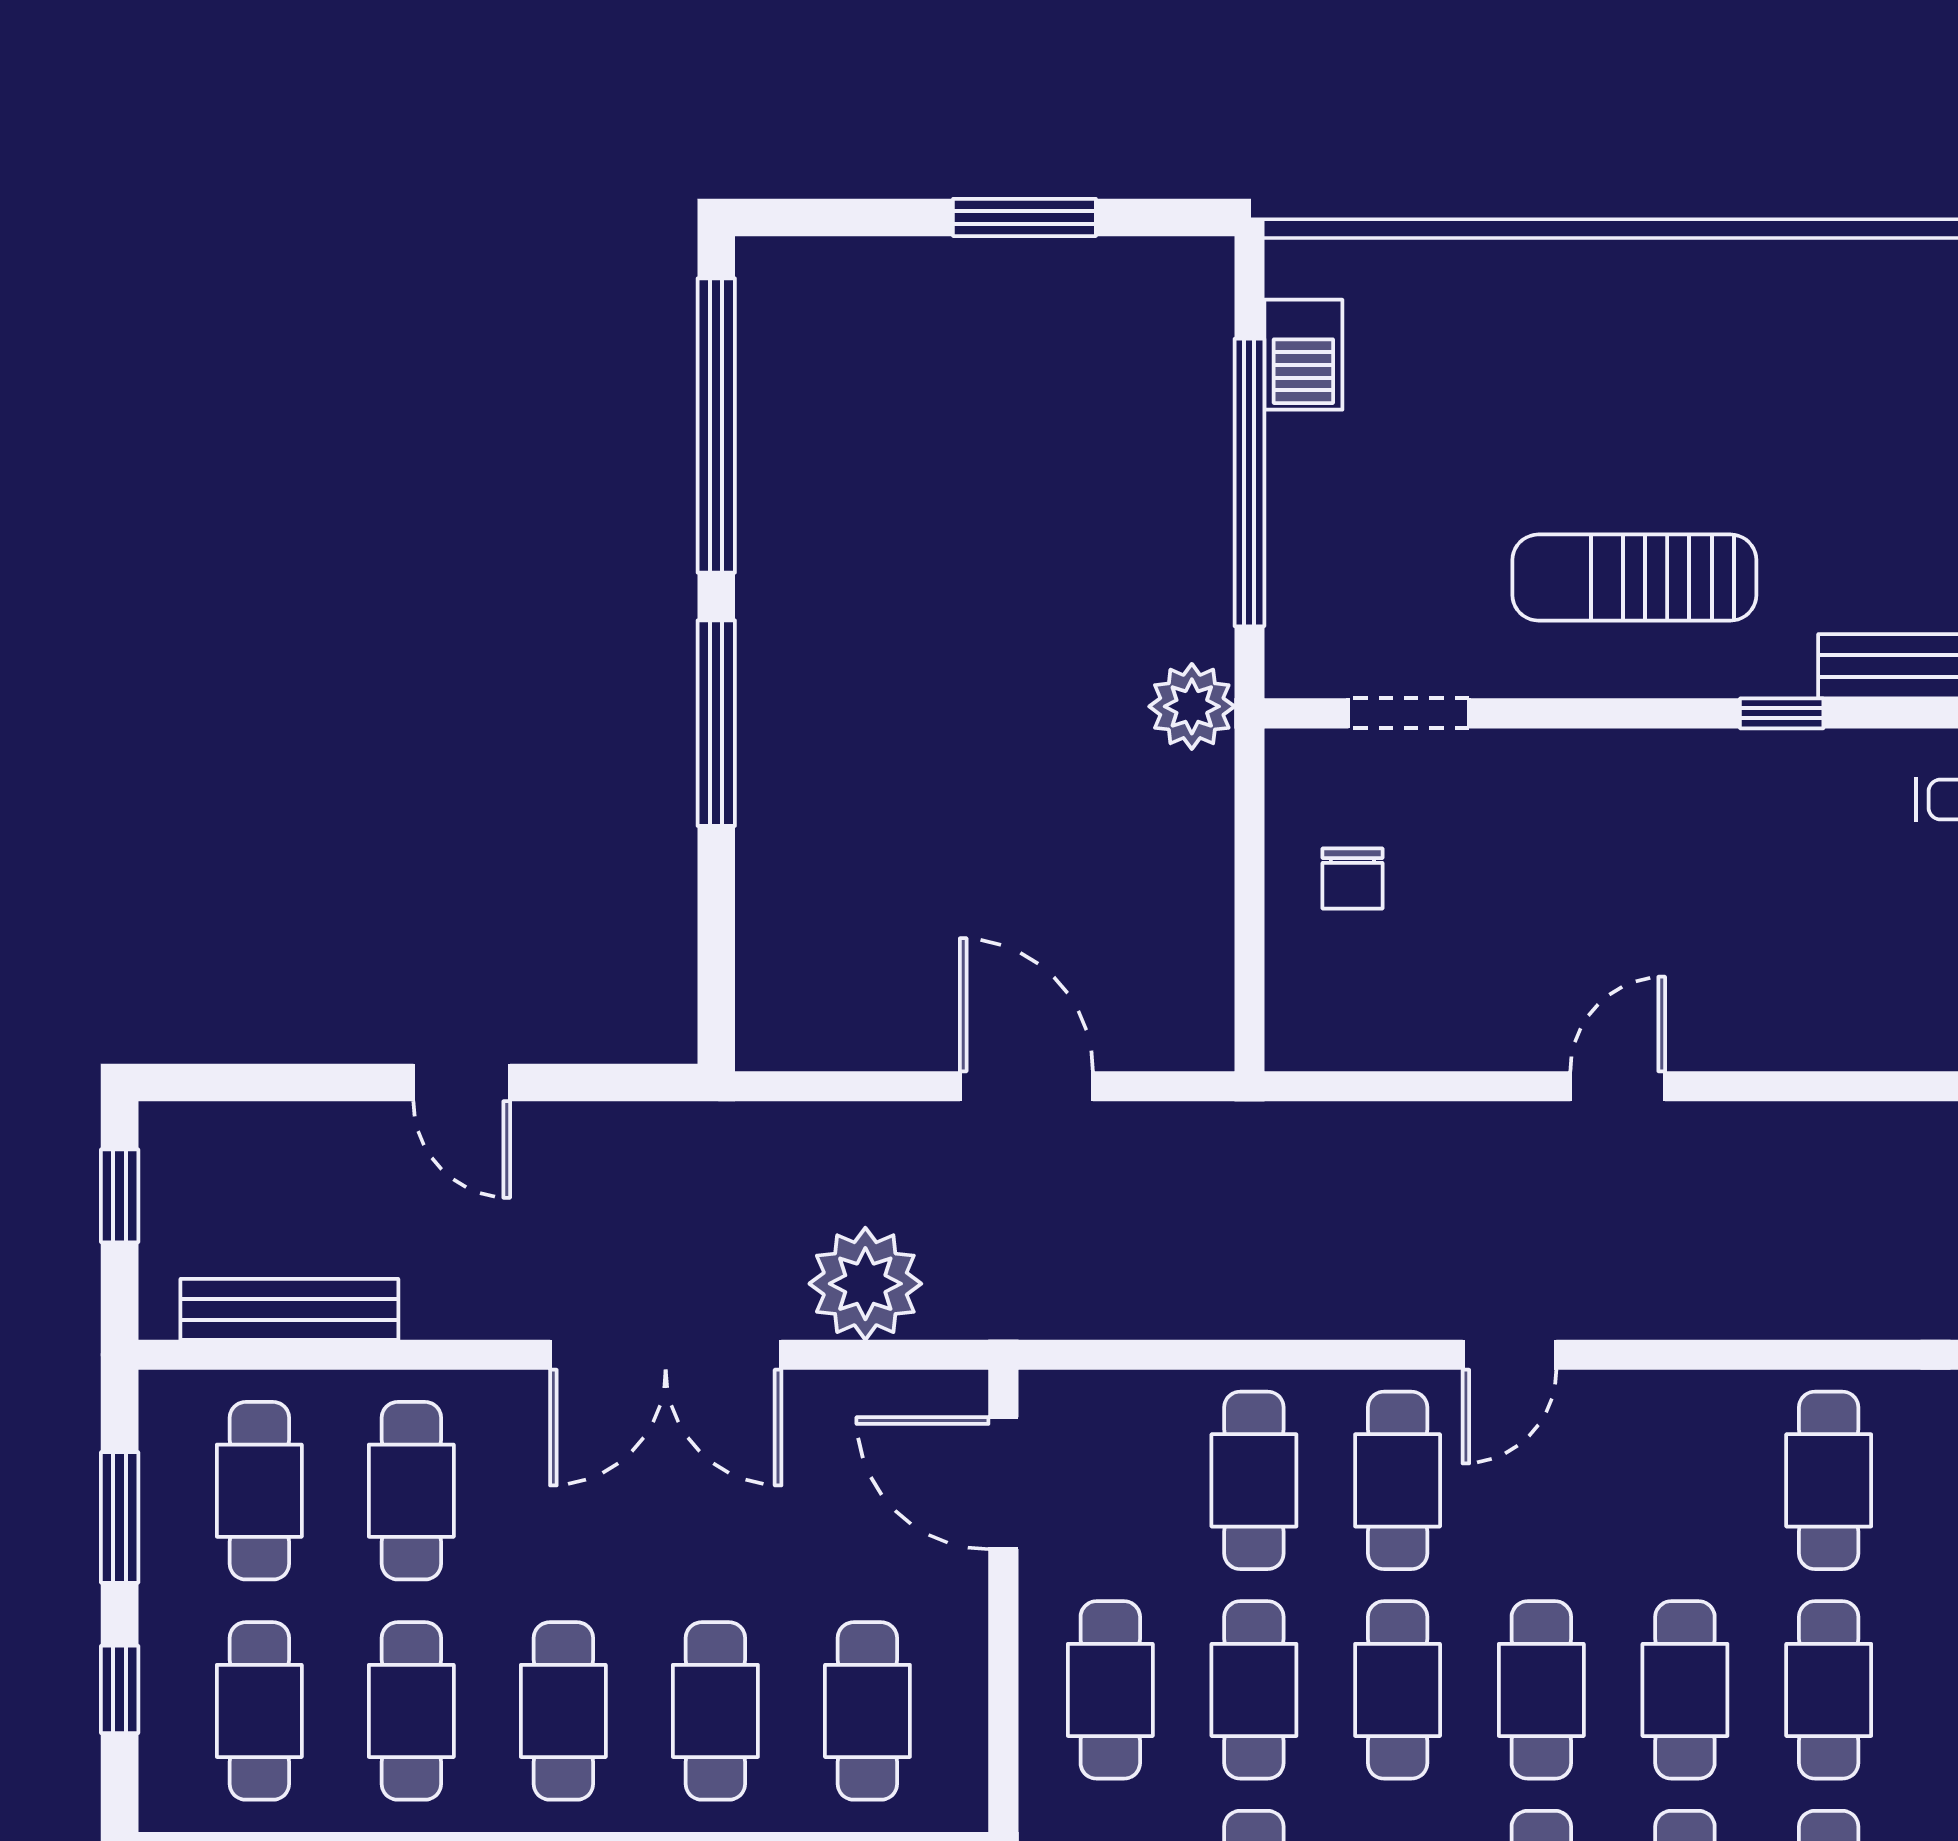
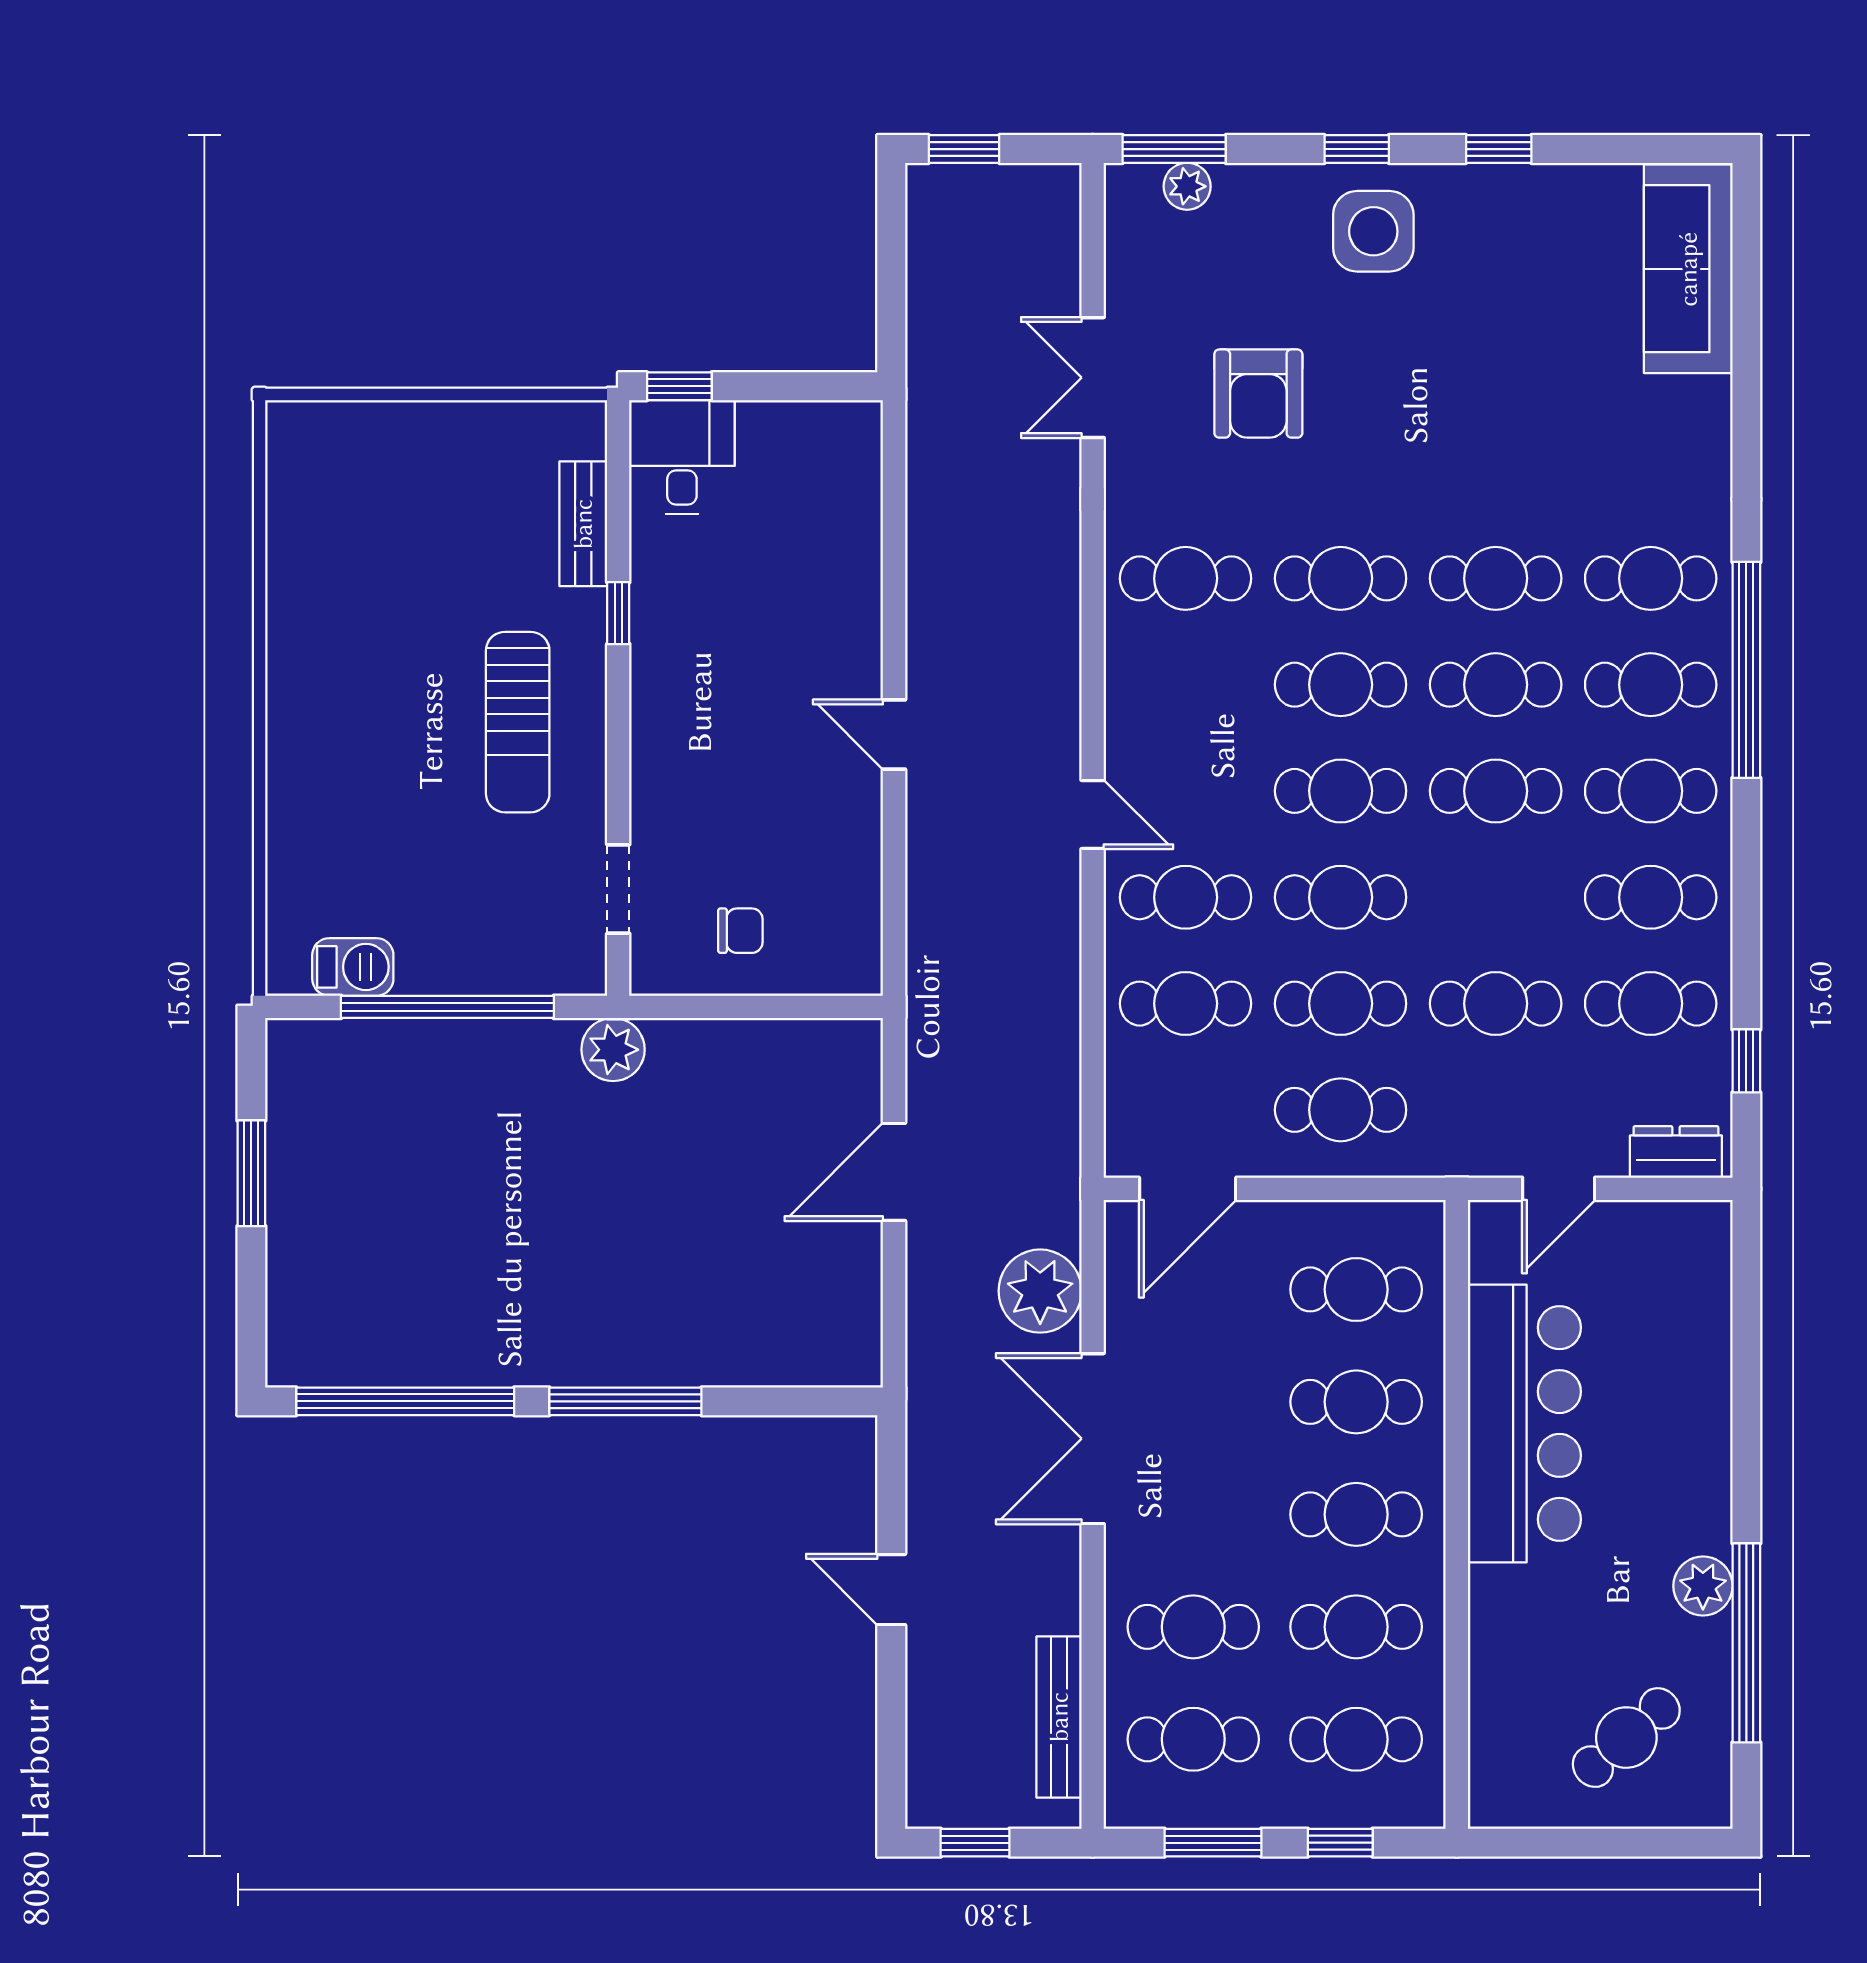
door: (462, 1083) -> (891, 1590), swing flipped
double door: (666, 1355) -> (1093, 1439), swing flipped

